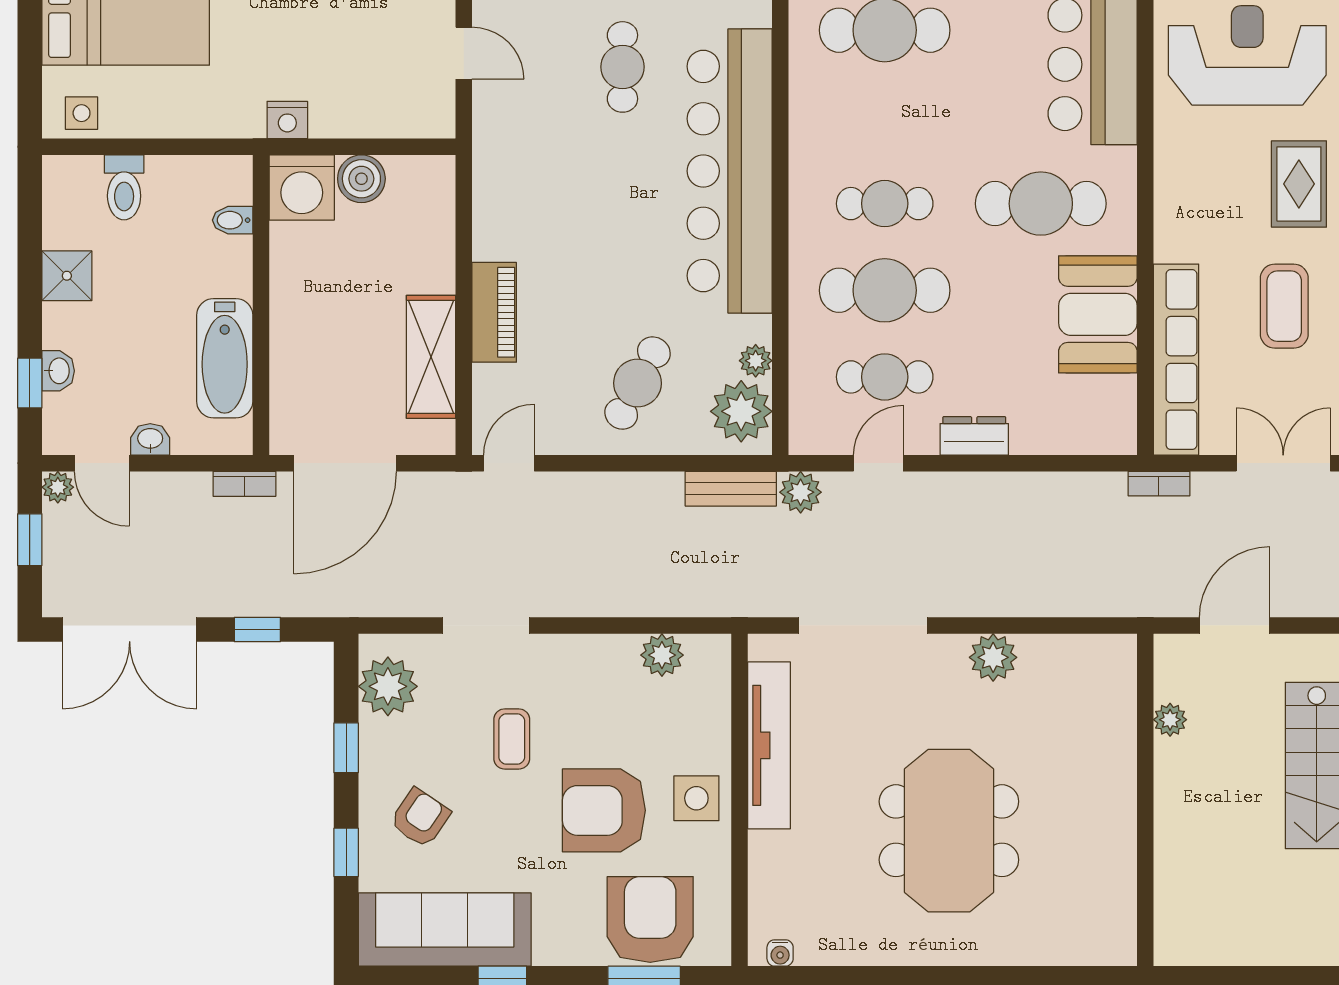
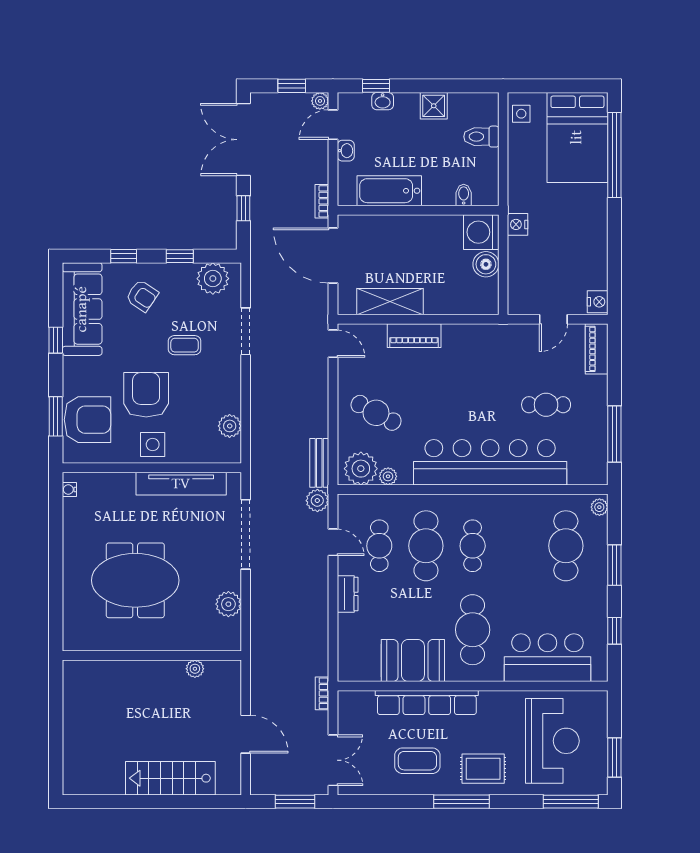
row of seats: (1176, 360) -> (427, 702), moved
plant: (1170, 720) -> (195, 669), moved
wall: (1145, 800) -> (152, 655), moved

